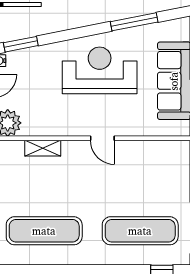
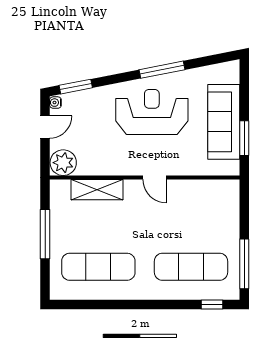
window: (134, 22) -> (162, 70), moved
shelving: (43, 148) -> (97, 190), width x1.50, depth x1.33

